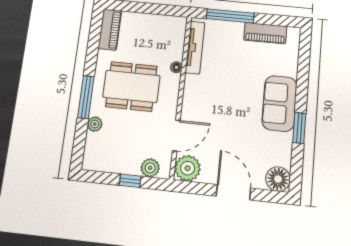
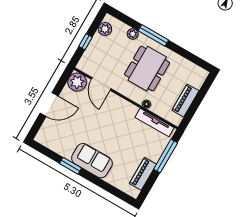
piano: (110, 30) -> (185, 100), moved, turned 90
plant: (150, 168) -> (105, 29), moved
floor lamp: (278, 179) -> (45, 137), removed

